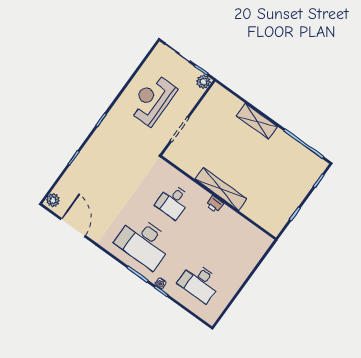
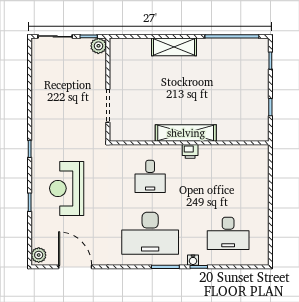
reception desk: (152, 100) -> (67, 188), moved

